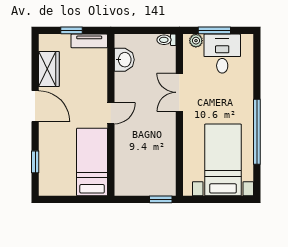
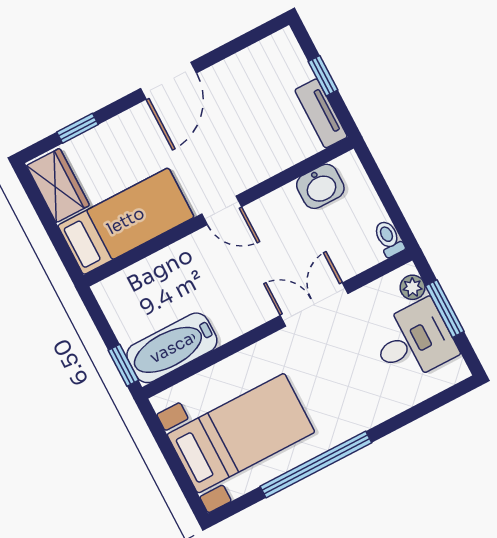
wardrobe: (49, 69) -> (58, 186), moved, turned -90
bathtub: (165, 172) -> (172, 348), added

